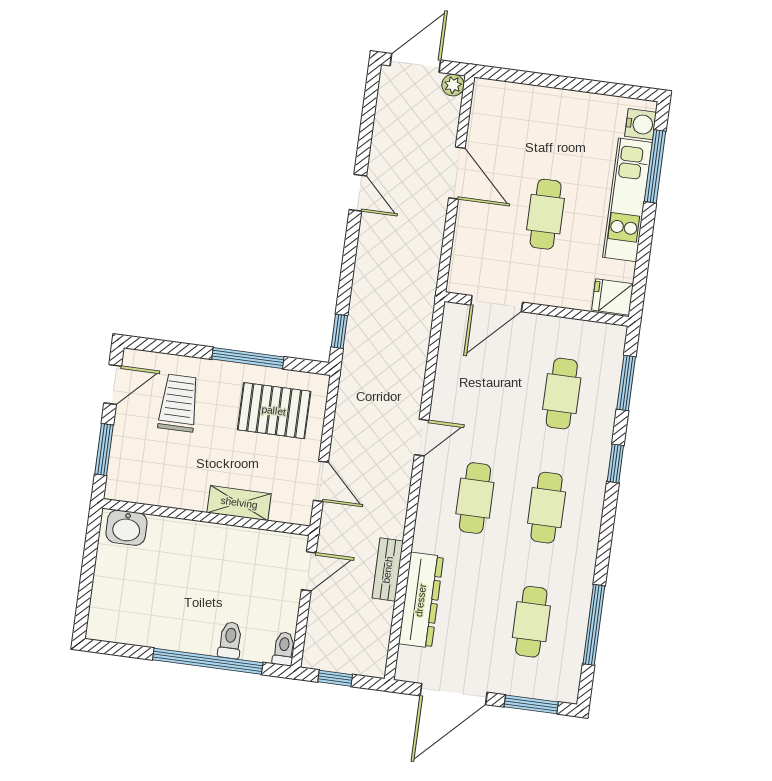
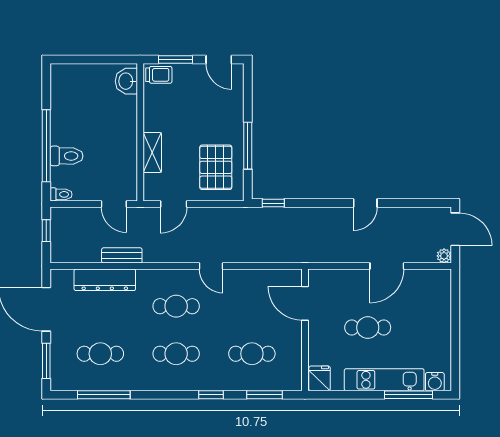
trolley: (179, 403) -> (159, 75), moved, width x0.73, depth x0.72
toilet: (230, 640) -> (67, 156), width x1.37, depth x1.39

